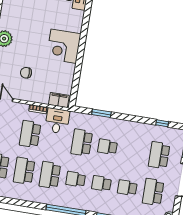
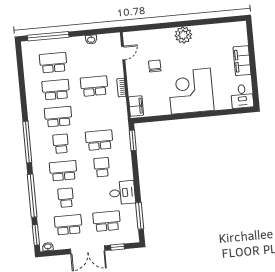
corner desk: (64, 46) -> (191, 91), width x1.36, depth x1.36
window: (101, 113) -> (133, 140), moved
desk: (57, 121) -> (122, 193), moved
window: (162, 123) -> (140, 216), width x2.17
school desk: (101, 183) -> (63, 171), width x1.85

